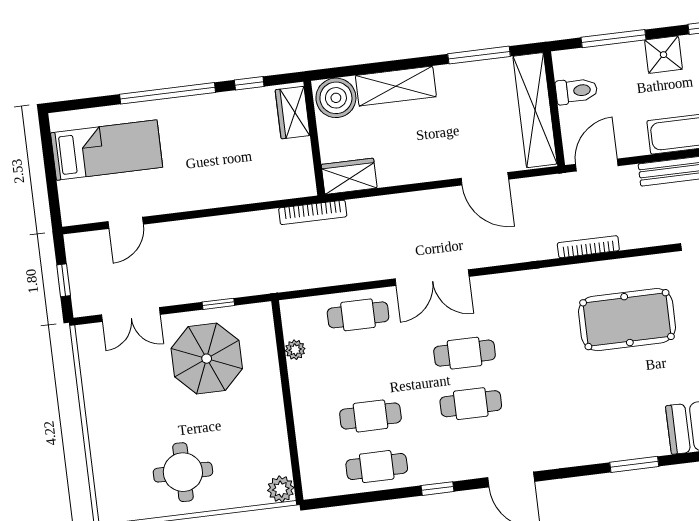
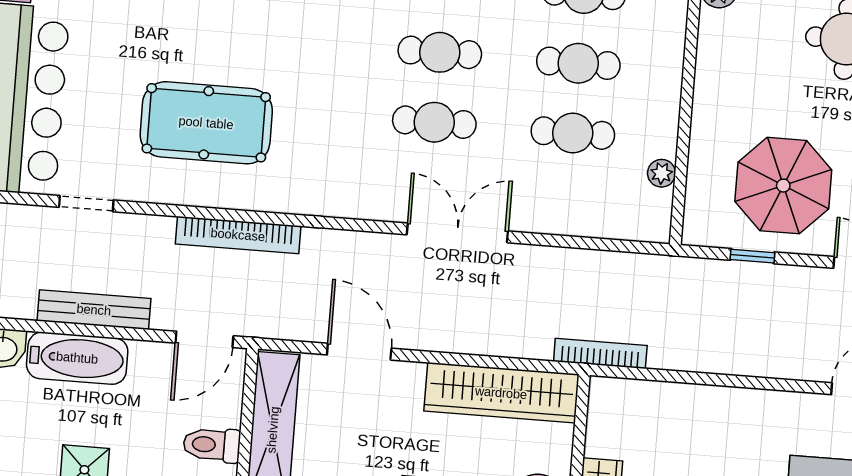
wardrobe: (349, 176) -> (501, 393), width x2.10, depth x1.17
bookcase: (588, 247) -> (238, 235), width x1.48, depth x1.31
cafe table: (358, 315) -> (573, 133), moved

